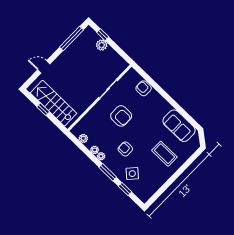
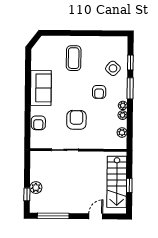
door: (44, 67) -> (96, 216), swing flipped
sofa: (179, 126) -> (41, 88), moved

